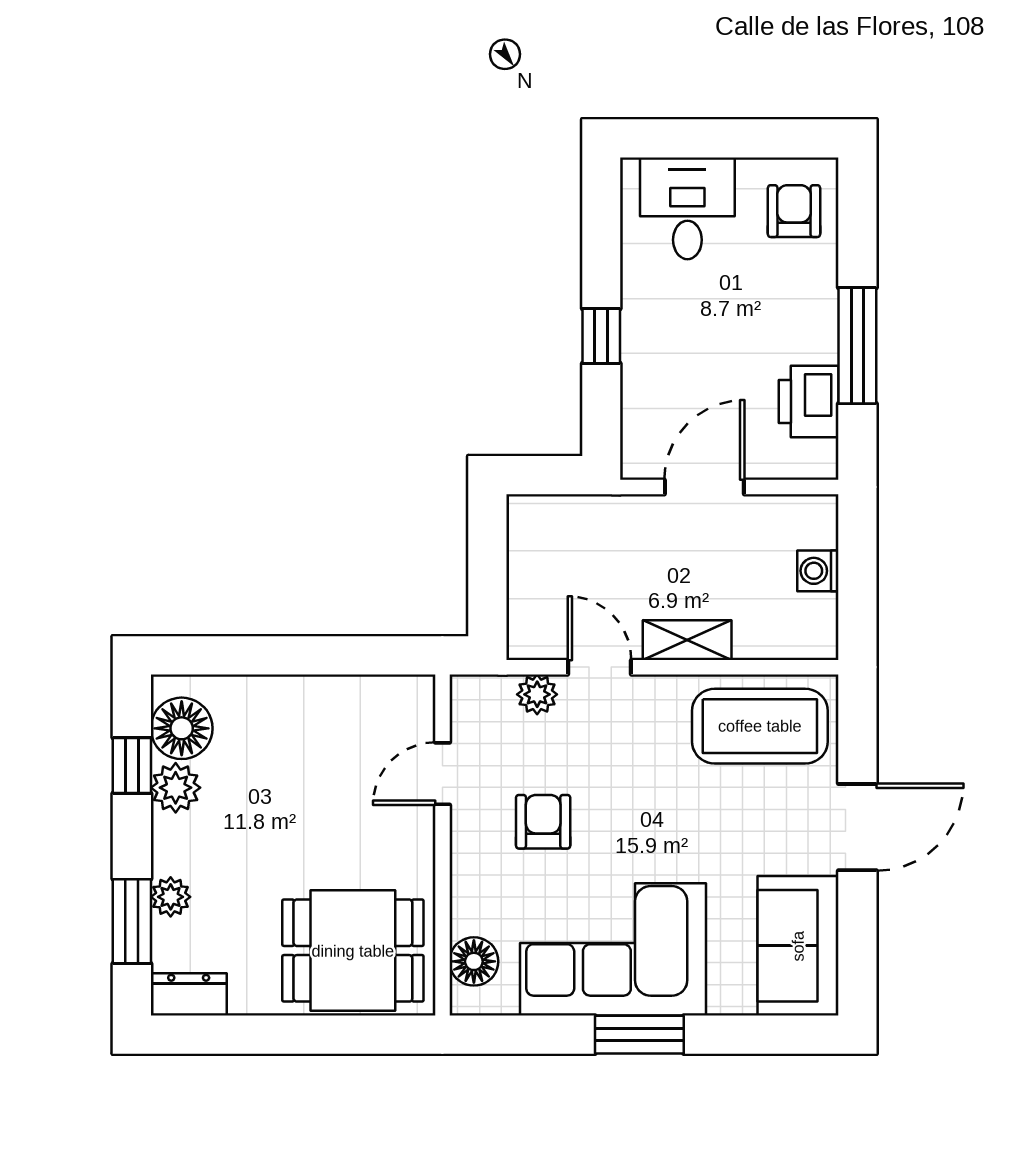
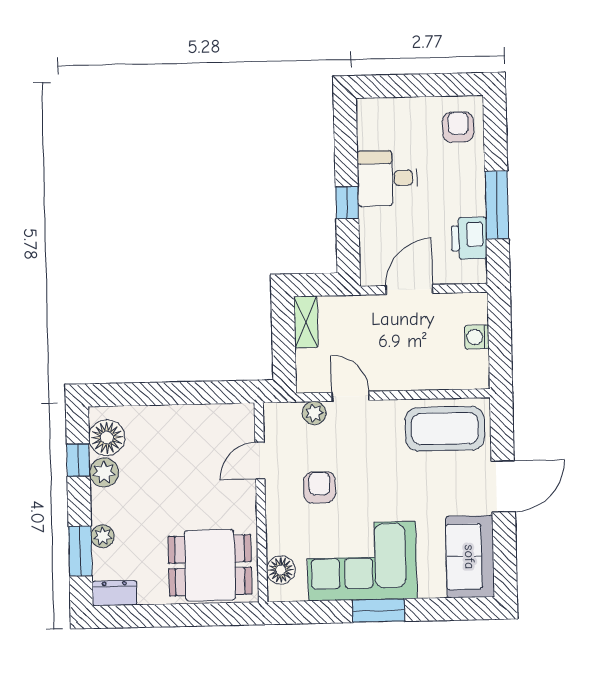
desk: (687, 208) -> (387, 178), moved, turned -90
shelving: (687, 640) -> (306, 322), moved, turned 90

